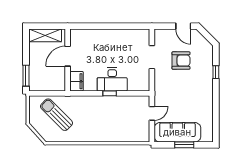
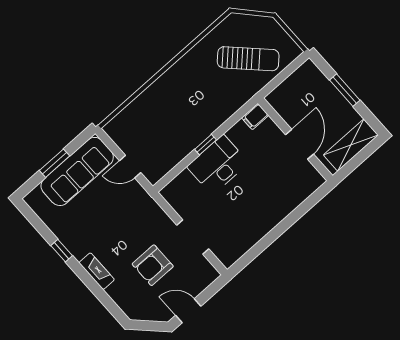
window: (216, 72) -> (62, 251), moved
window: (26, 76) -> (345, 90), moved
fireplace: (208, 80) -> (97, 271), added
filing cabinet: (76, 81) -> (255, 117), width x0.50
door: (152, 113) -> (130, 167), hinge flipped

